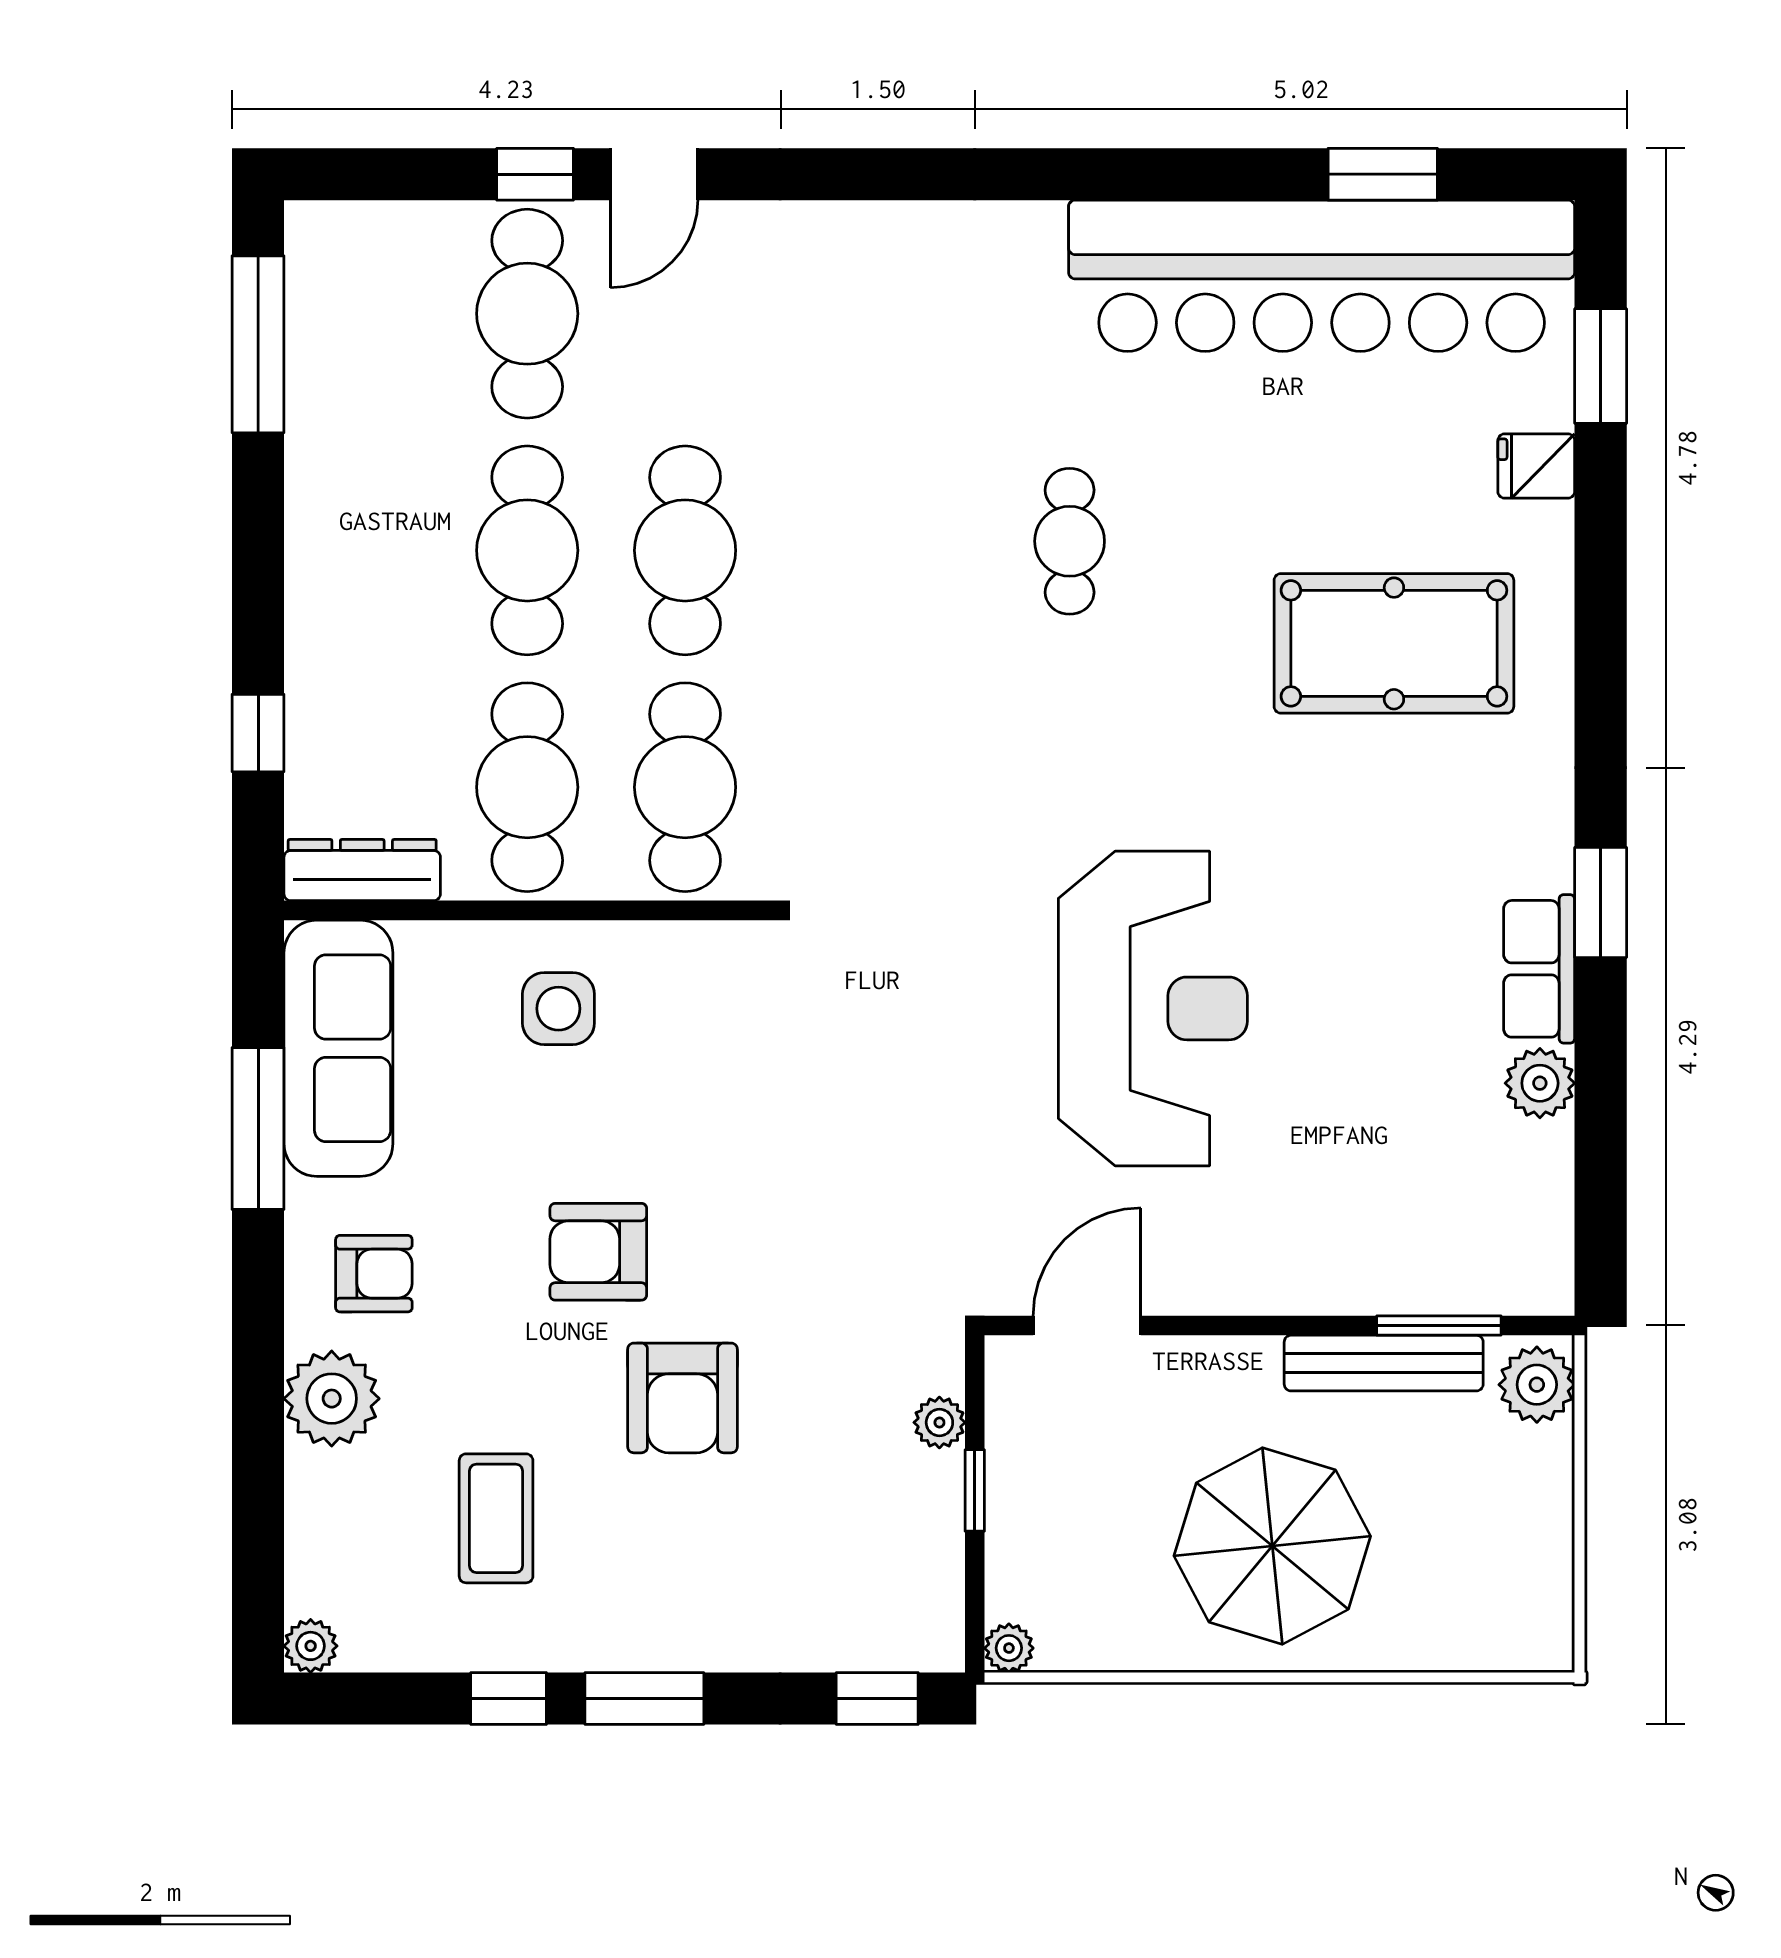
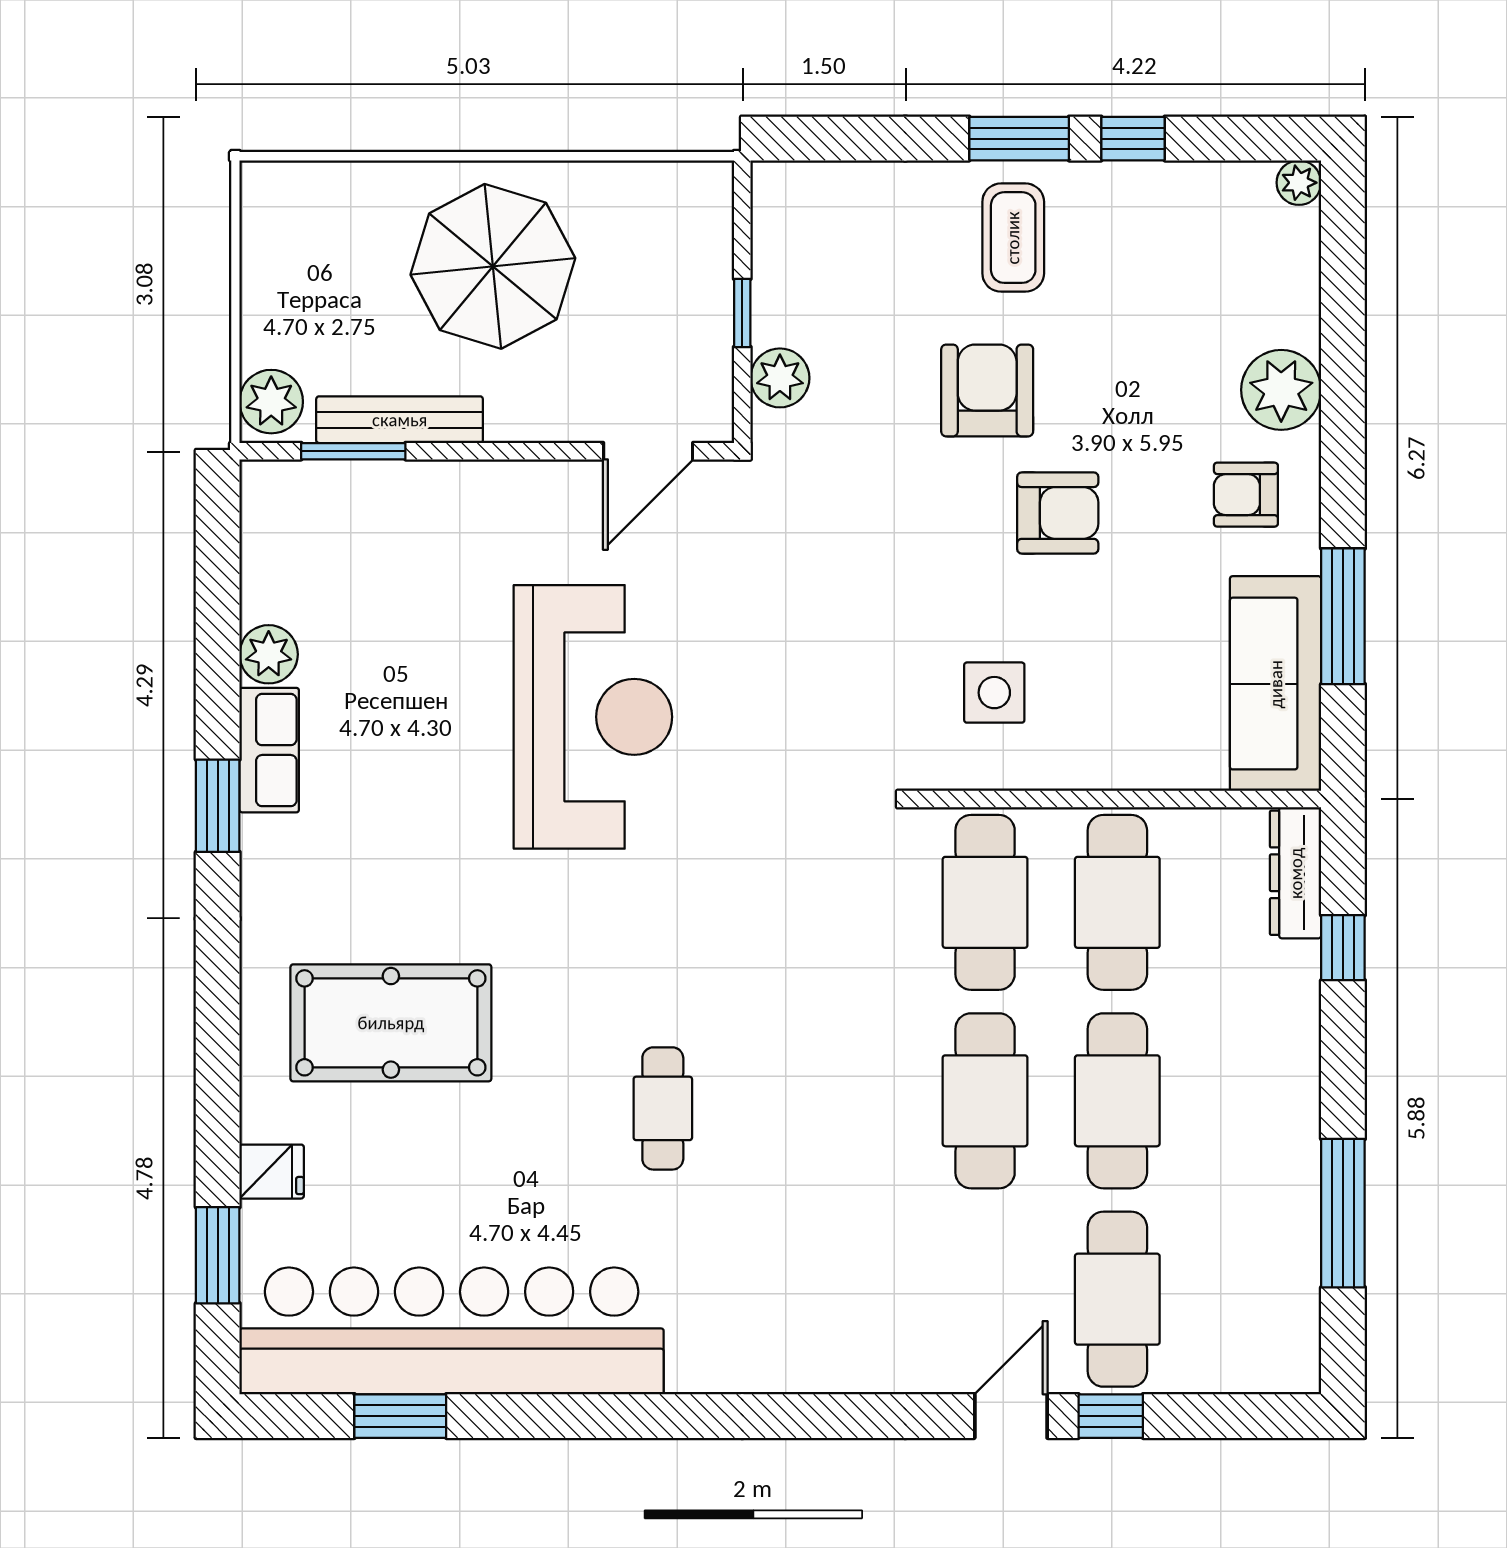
window: (258, 344) -> (1343, 1213), moved
dresser: (362, 870) -> (1296, 873), moved, turned 90
reception desk: (1153, 1008) -> (593, 717), turned 180
side table: (558, 1009) -> (994, 693), moved
plant: (939, 1422) -> (780, 378), width x1.38, depth x1.38
coffee table: (496, 1518) -> (1013, 238), moved
plant: (1009, 1648) -> (714, 181), removed
window: (877, 1698) -> (824, 139), removed

